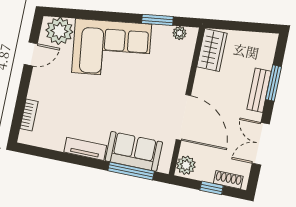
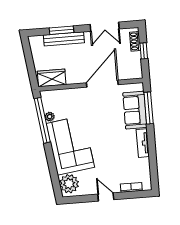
window: (157, 20) -> (42, 120), width x2.11
plant: (179, 33) -> (50, 117), moved
door: (31, 54) -> (106, 197), moved
bench: (259, 90) -> (64, 39), width x1.36
plant: (186, 165) -> (134, 72), removed

